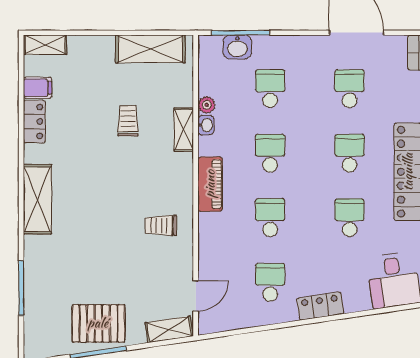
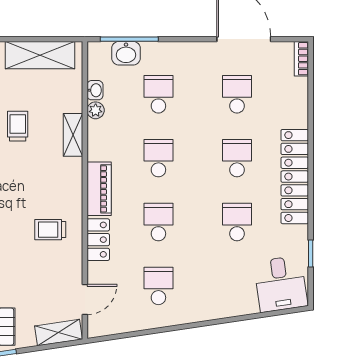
washbasin: (206, 125) -> (95, 90), moved
locker: (320, 306) -> (98, 240), moved, turned 98

